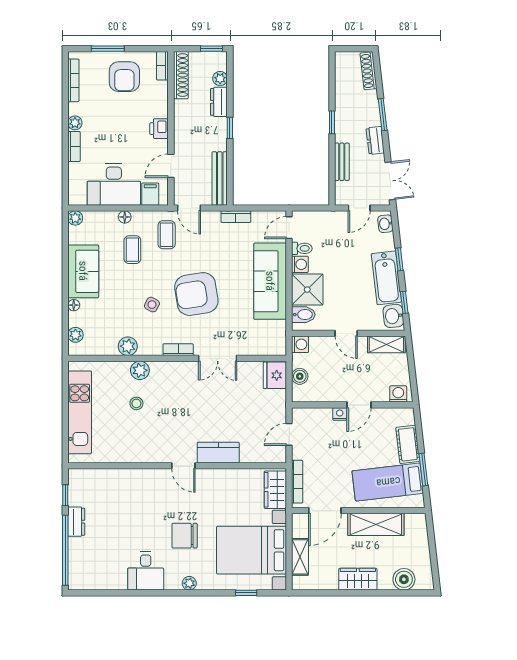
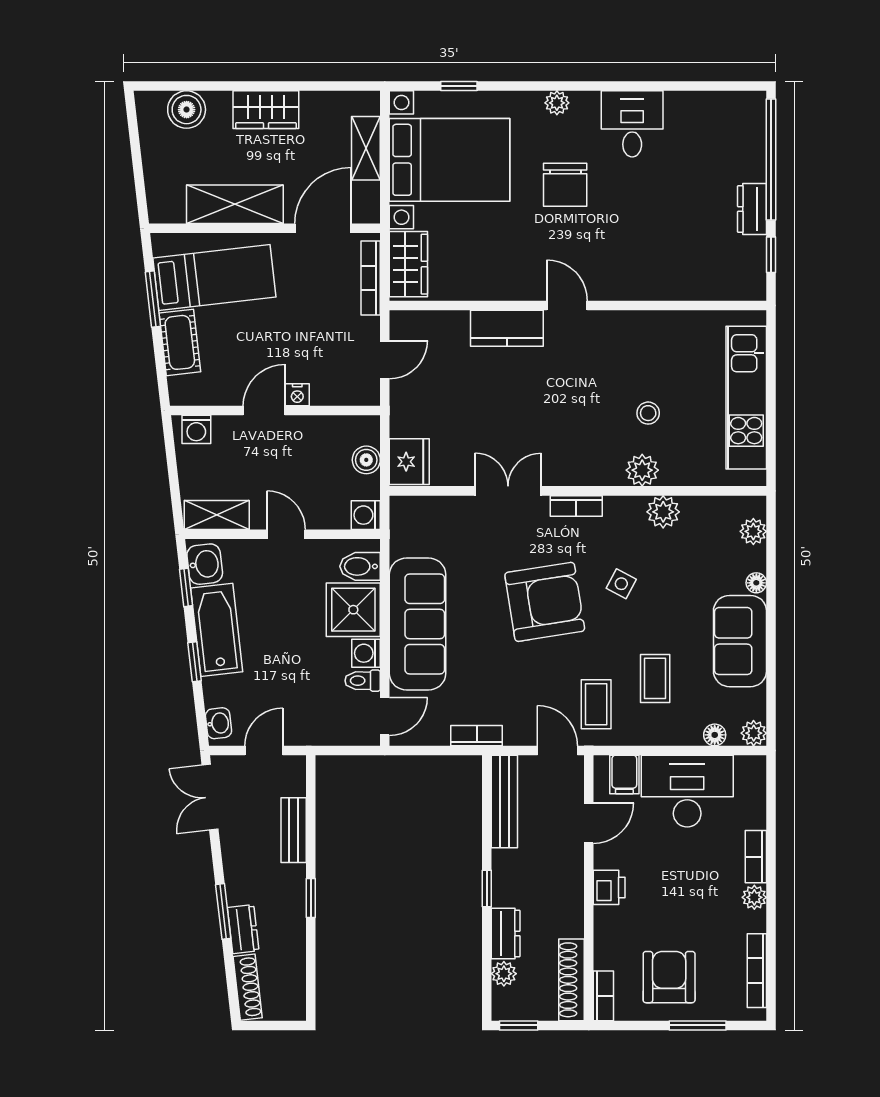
dresser: (375, 140) -> (243, 929), moved
floor lamp: (125, 217) -> (715, 735), moved
chair: (185, 536) -> (565, 185), turned 90

